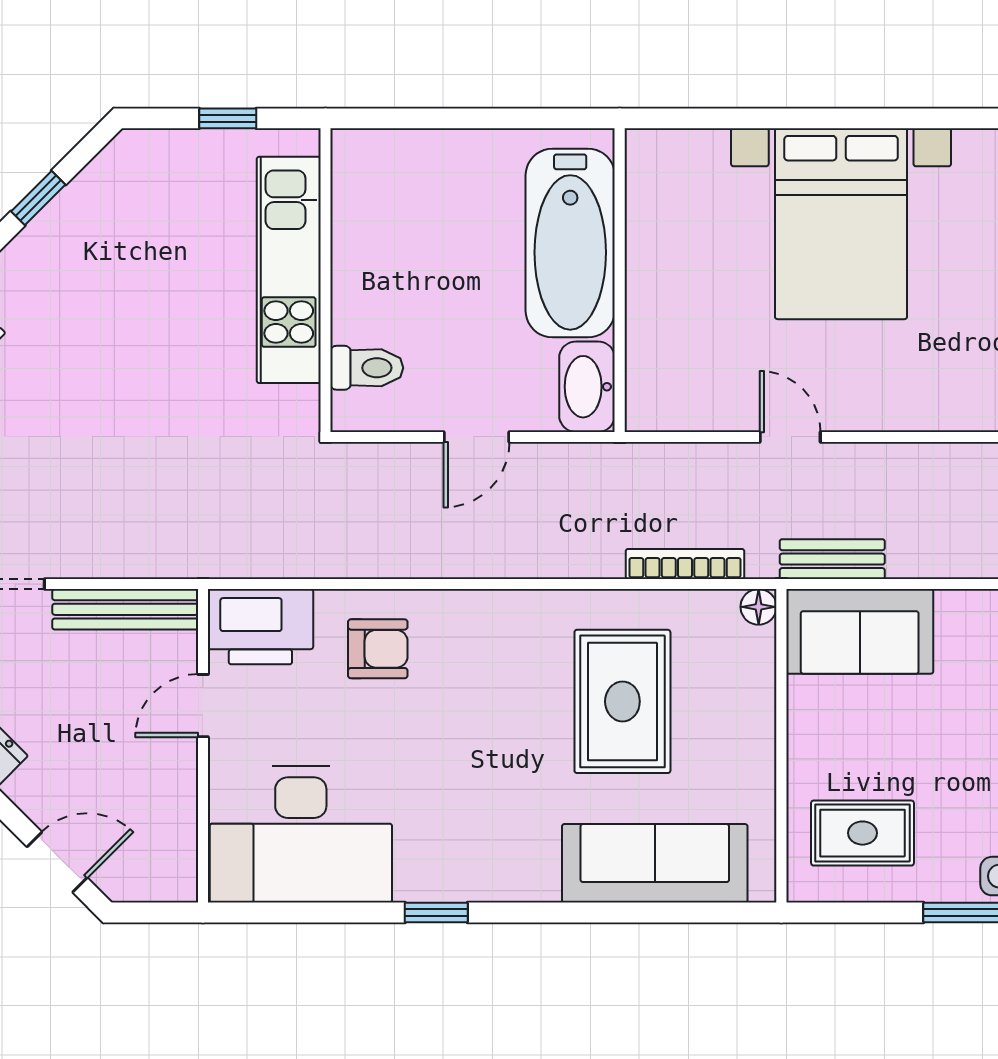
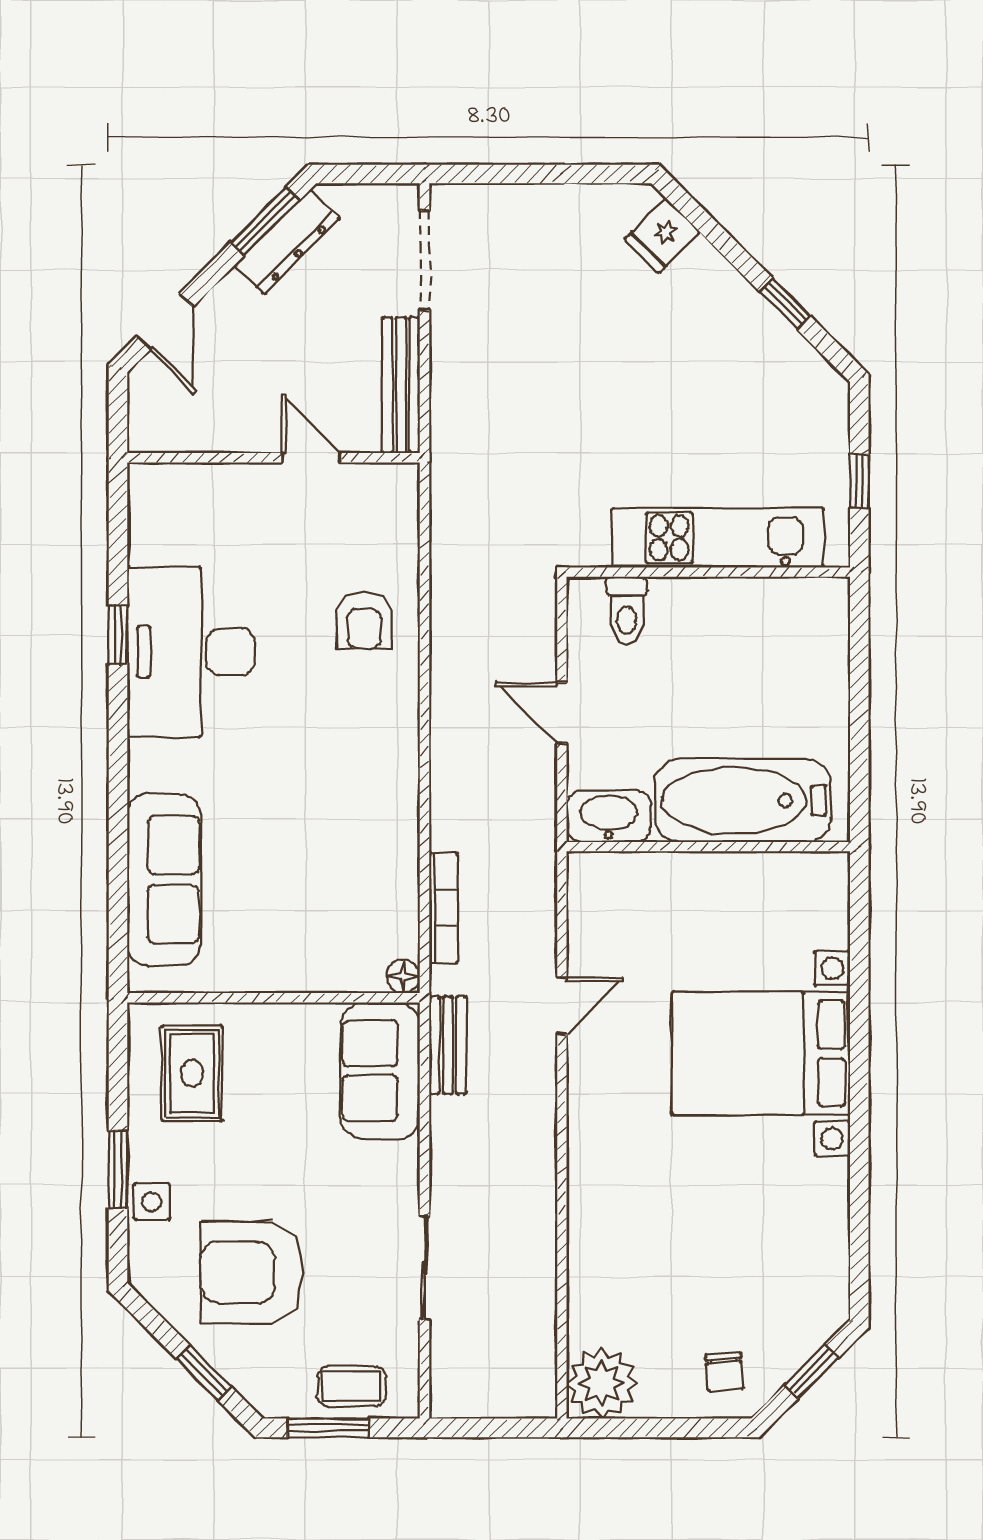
printer: (260, 627) -> (385, 511), removed
rug: (622, 701) -> (315, 849), removed
desk: (301, 834) -> (191, 652), moved
window: (436, 912) -> (118, 634), moved

